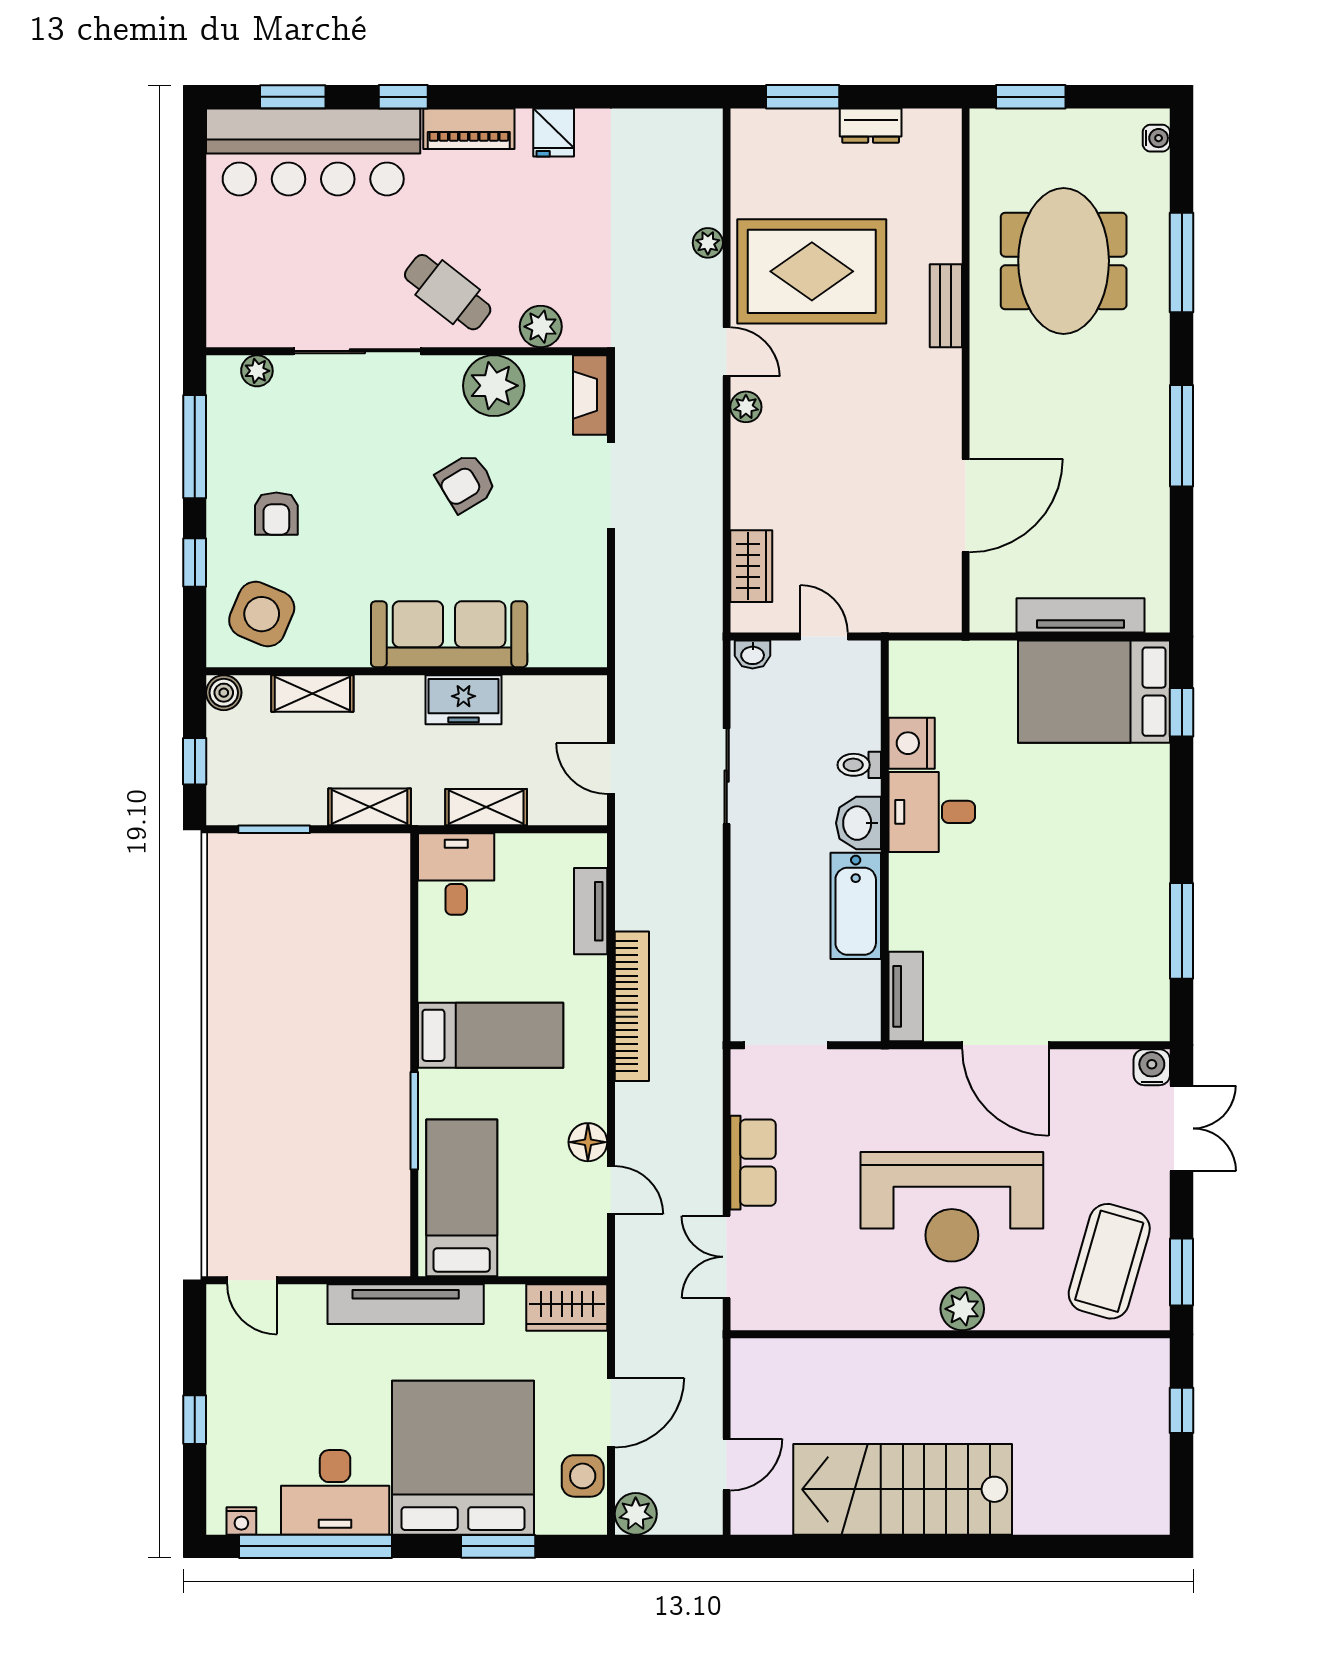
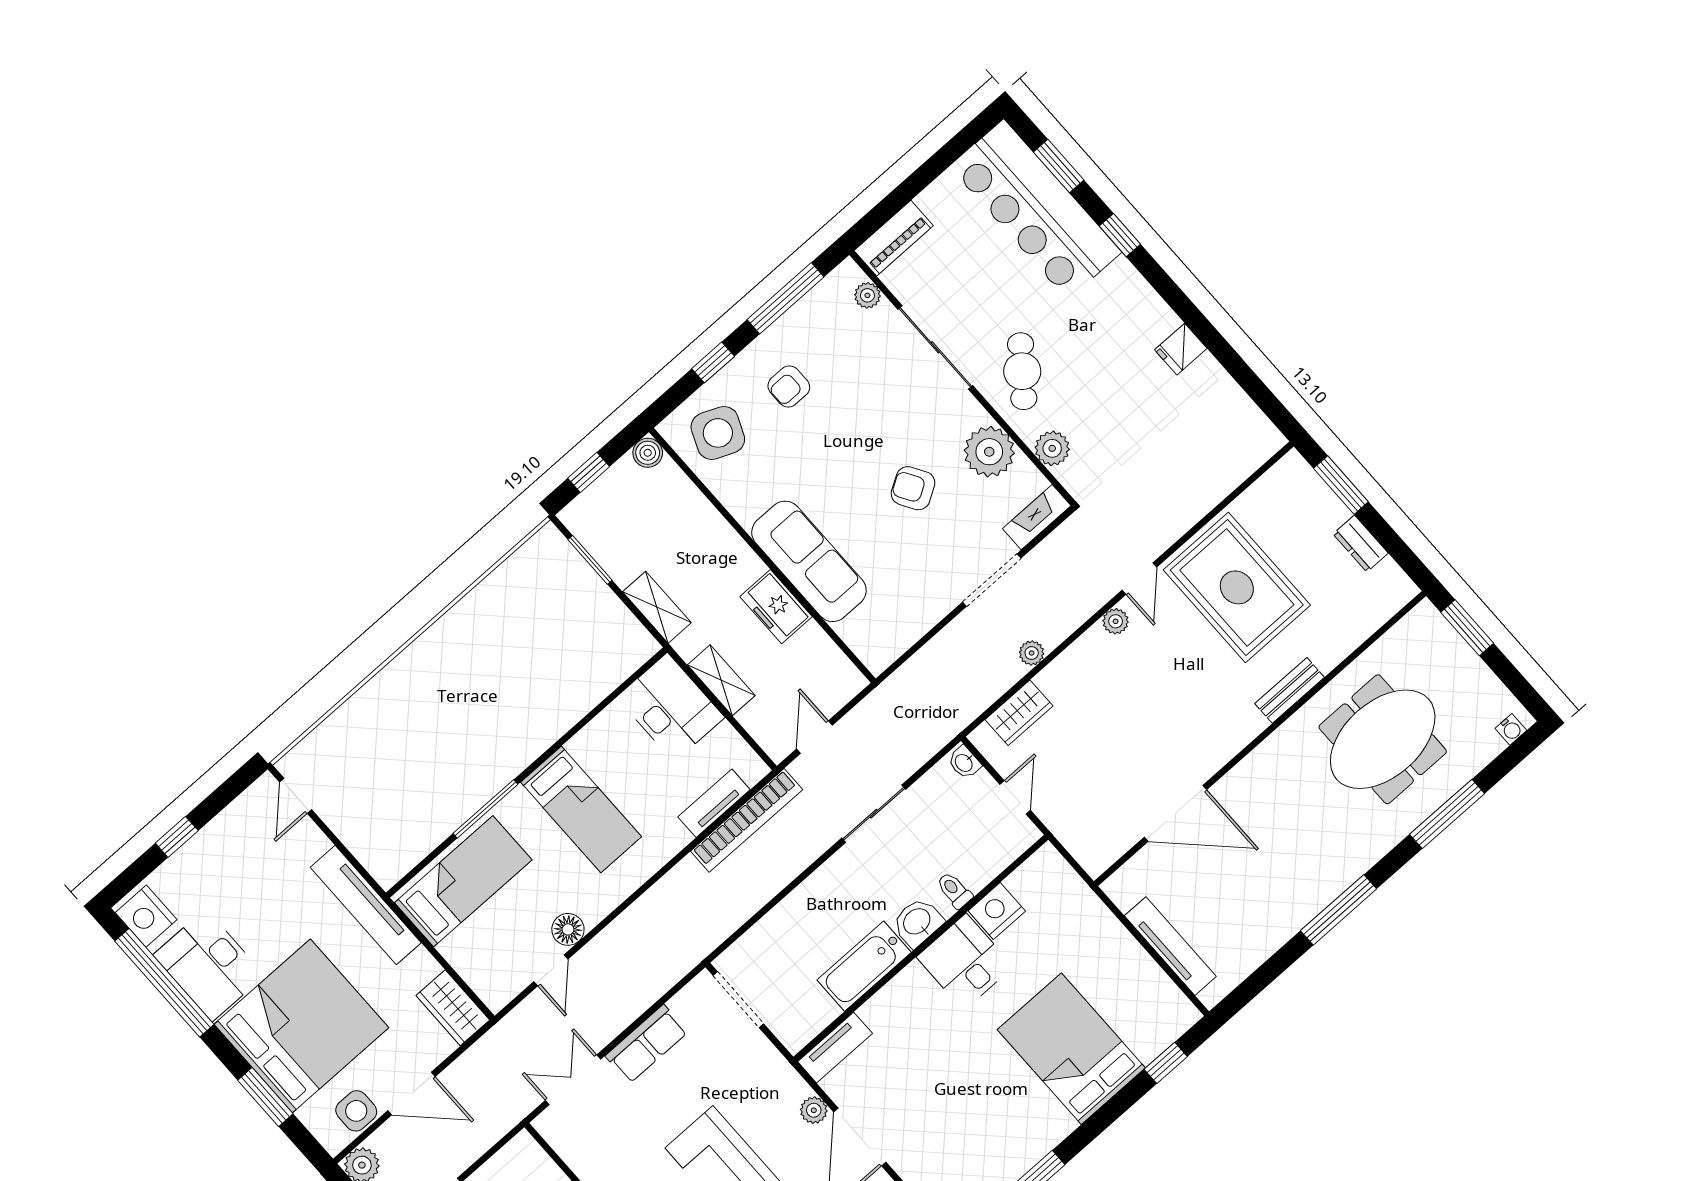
piano: (469, 129) -> (894, 238), moved, turned -90
plant: (708, 243) -> (1032, 653), moved
bed: (1094, 692) -> (1071, 1049), moved
shelving: (312, 694) -> (696, 509), removed
desk: (456, 874) -> (671, 707), width x1.37
bookcase: (632, 1006) -> (747, 820), moved
plant: (945, 1065) -> (814, 1110), added
nightstand: (241, 1521) -> (146, 916), width x1.89, depth x1.79

